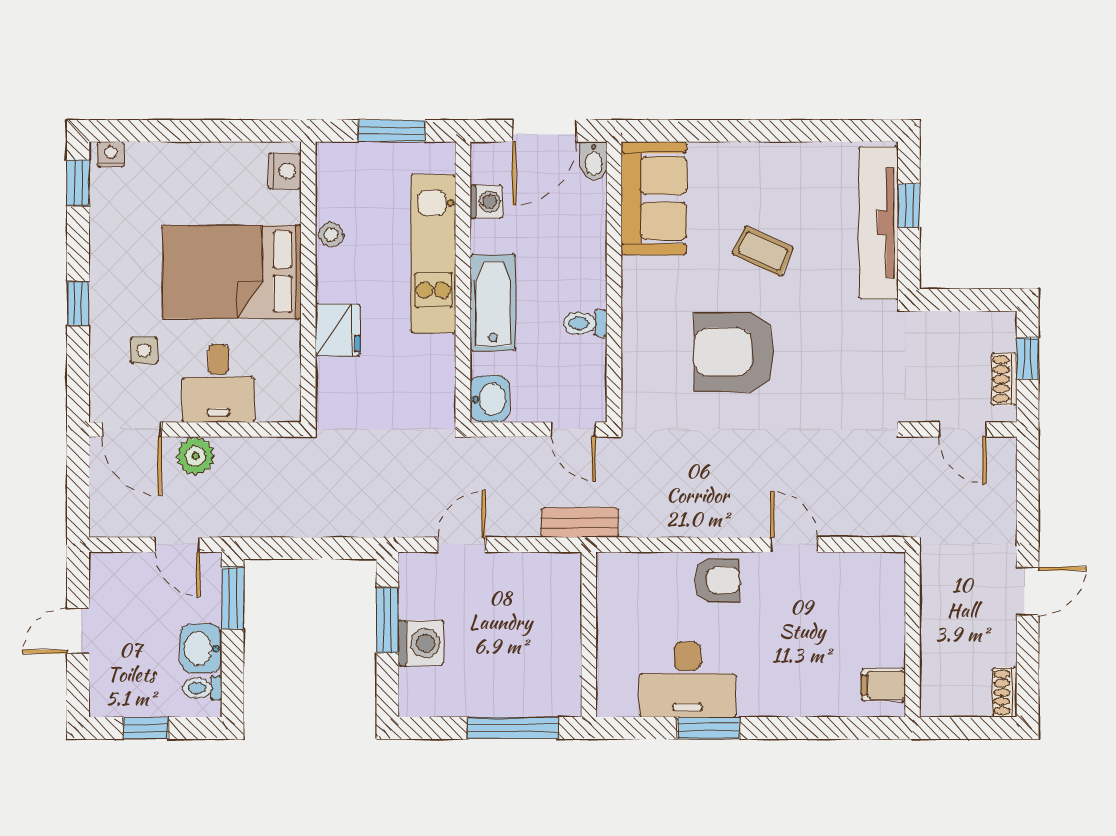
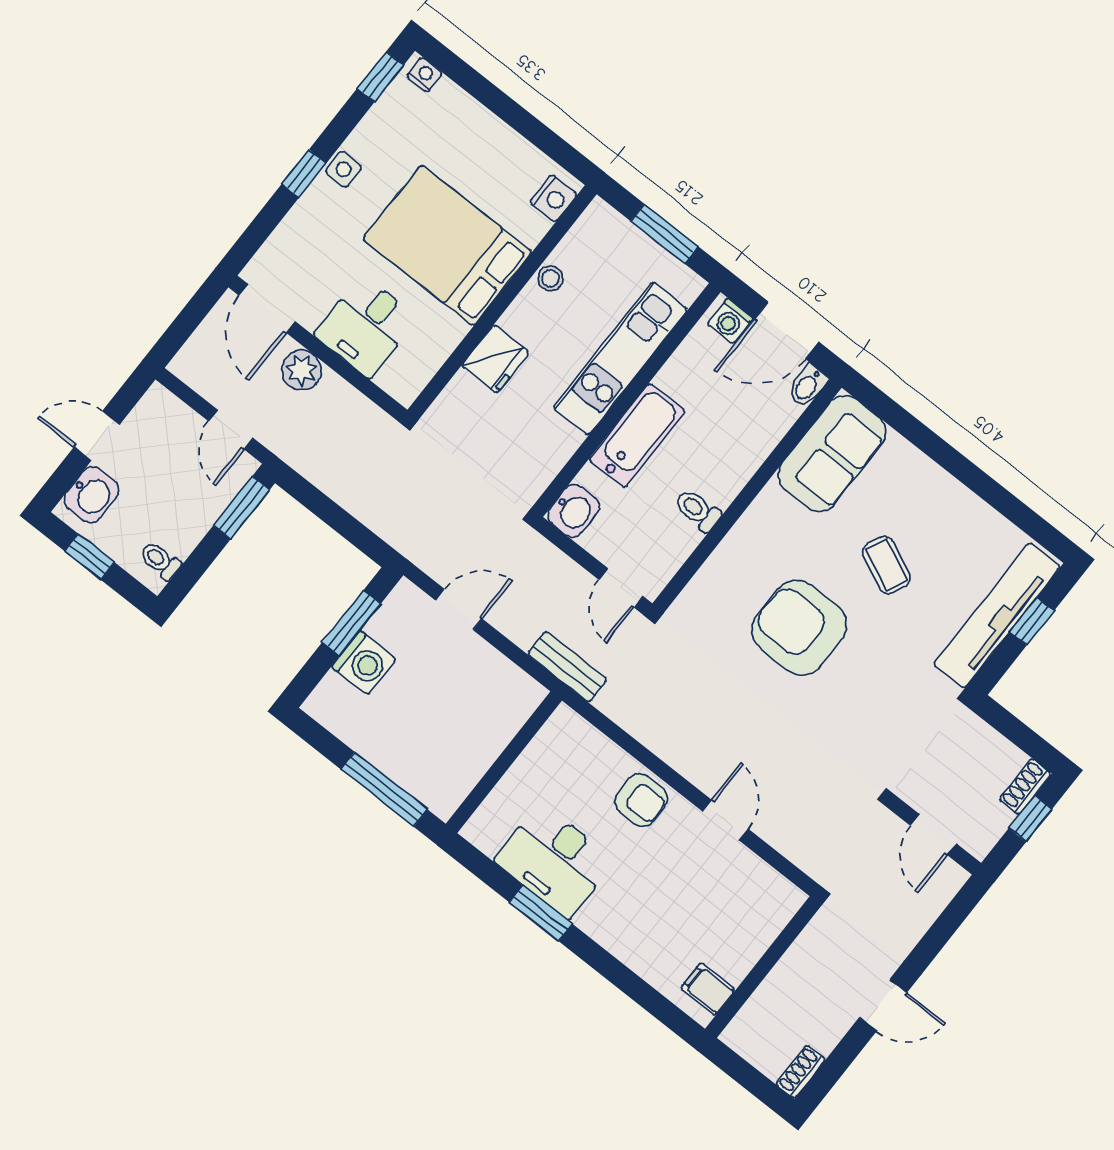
washing machine: (486, 202) -> (730, 321), moved, turned 90
side table: (144, 350) -> (344, 169), moved
shoe rack: (1004, 379) -> (1025, 787), moved
washbasin: (201, 649) -> (92, 495), moved, turned 180

